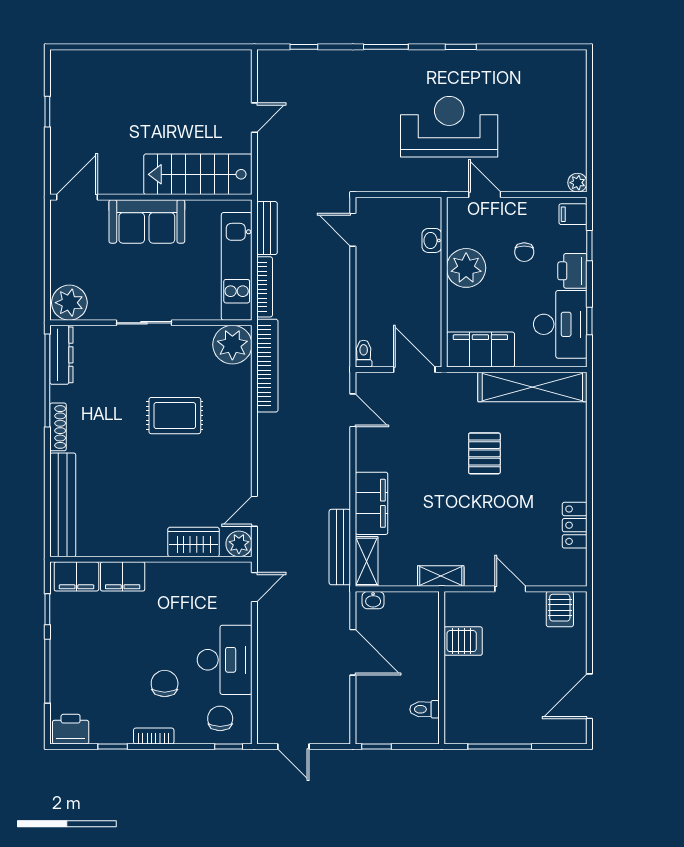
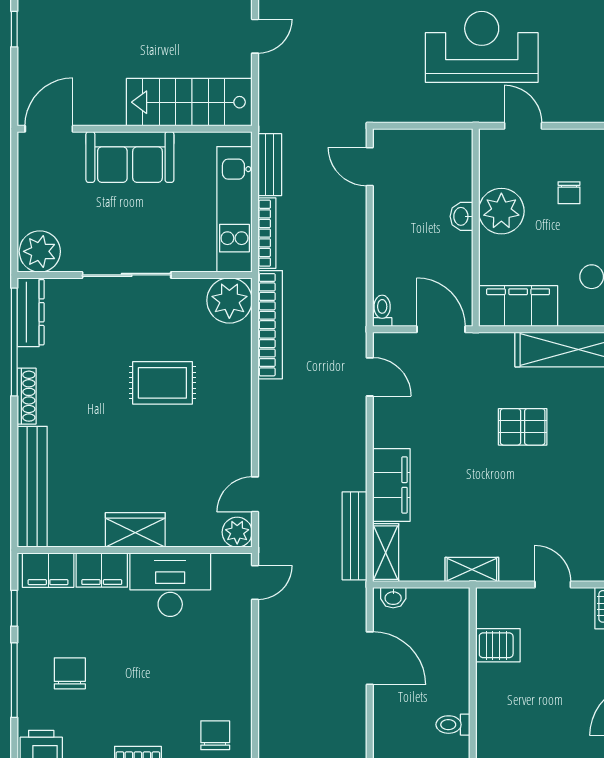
washbasin: (432, 240) -> (462, 216), moved
sliding door: (144, 323) -> (127, 275), width x1.37
pallet: (484, 453) -> (523, 427), turned 90
wardrobe: (194, 542) -> (135, 530), moved
desk: (225, 660) -> (170, 585), moved, turned -90
chair: (165, 684) -> (70, 673), moved

